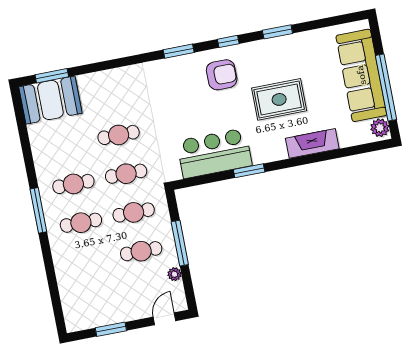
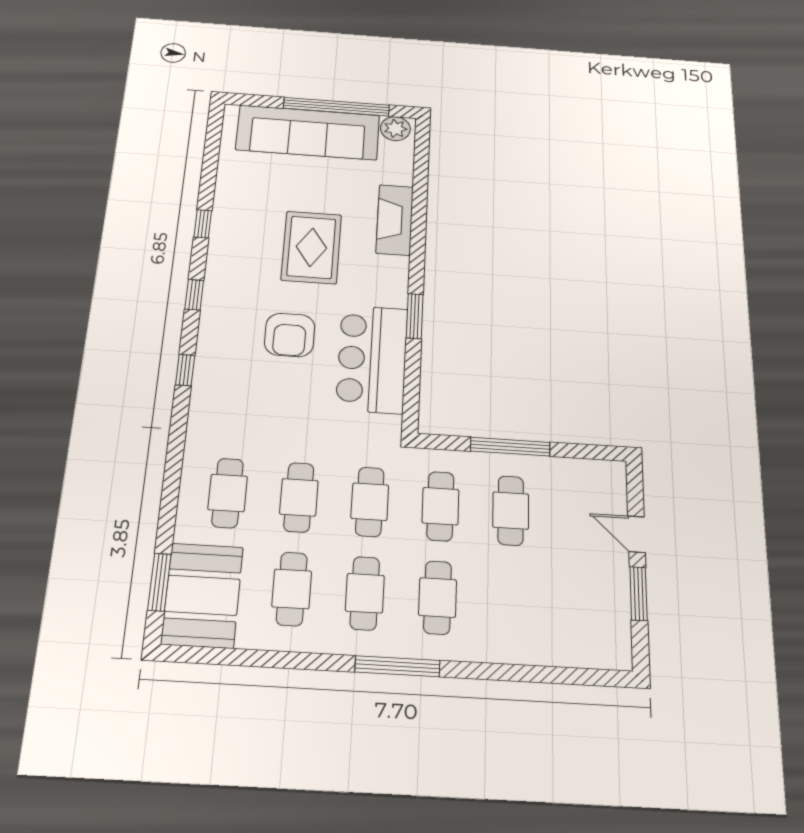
window: (277, 32) -> (203, 224), width x0.67
window: (179, 51) -> (185, 370), width x0.67
armchair: (222, 75) -> (290, 335), moved, turned 180
cafe table: (111, 96) -> (228, 493), added
cafe table: (66, 145) -> (292, 589), added
plant: (174, 274) -> (562, 468), removed
door: (164, 319) -> (636, 534), moved

